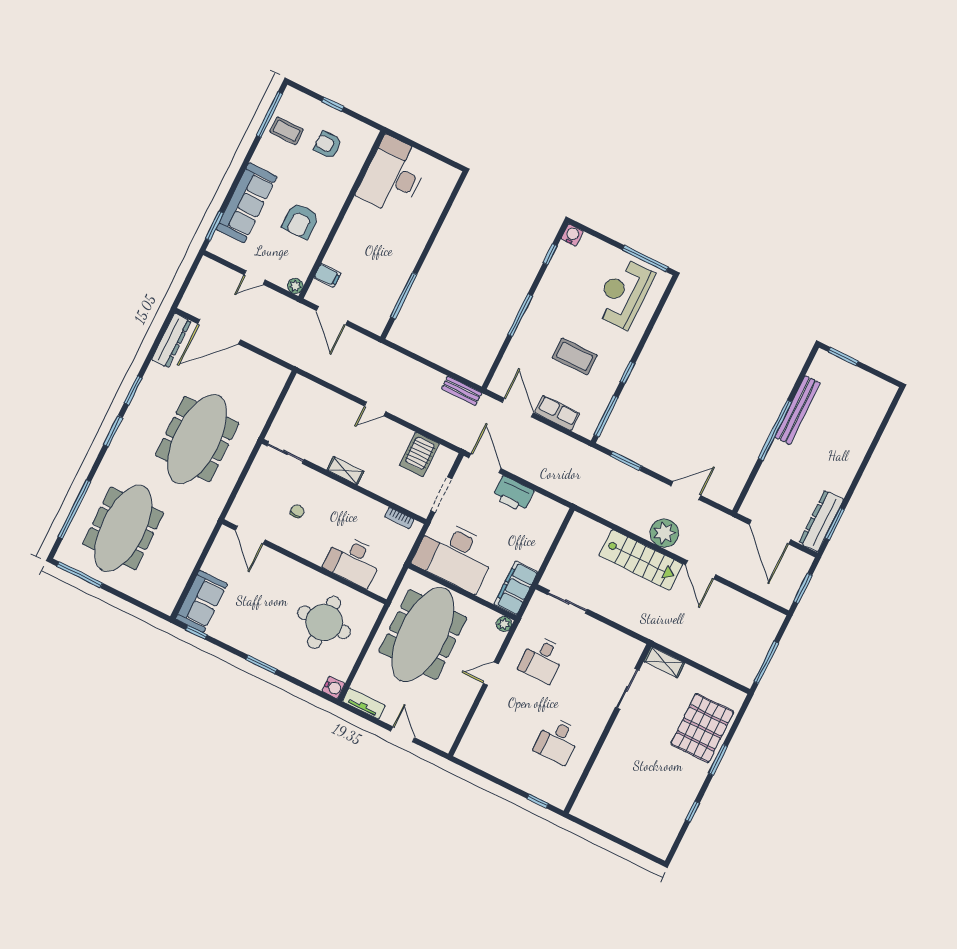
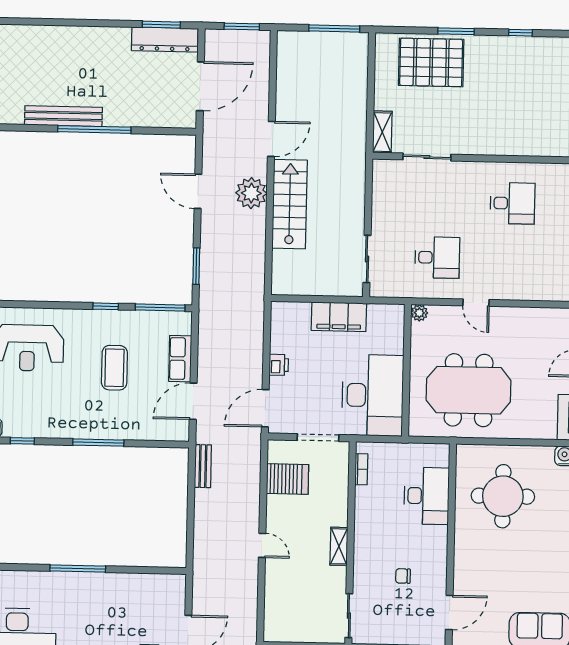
window: (404, 296) -> (78, 569), moved
printer: (513, 494) -> (279, 365), width x0.53, depth x0.68
filing cabinet: (516, 588) -> (339, 317), moved
meeting table: (423, 635) -> (469, 390), width x0.73

